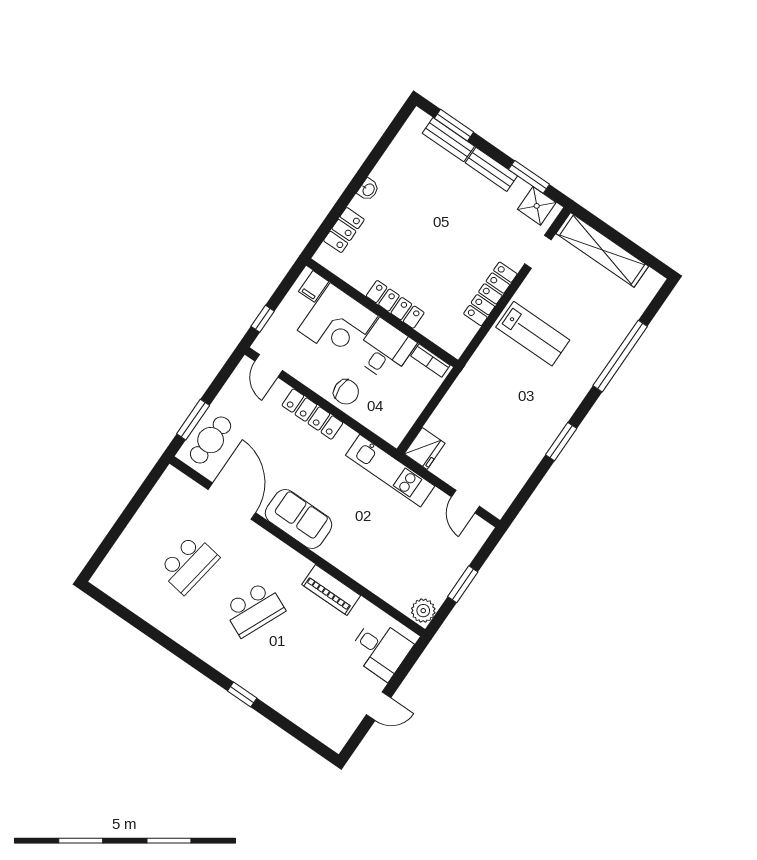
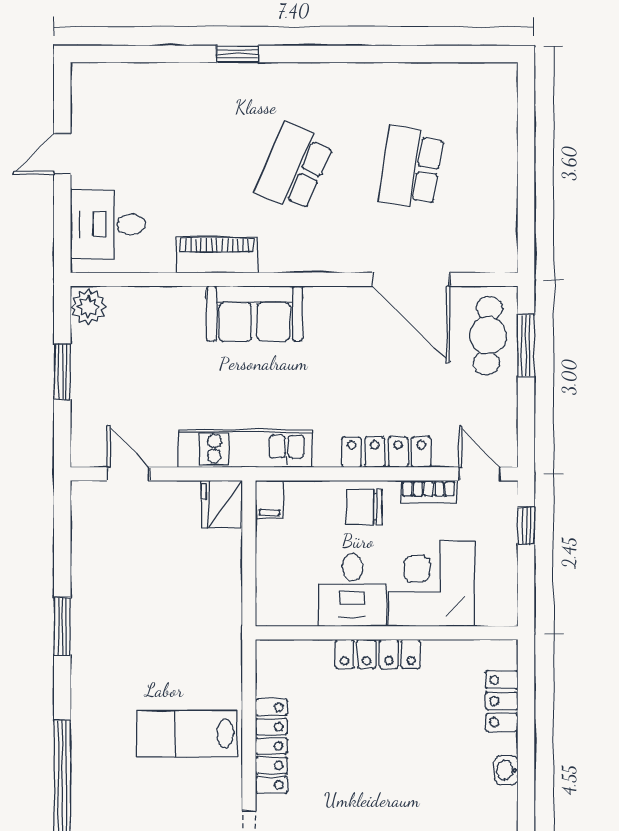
filing cabinet: (314, 286) -> (269, 499), moved, turned 180
bookcase: (430, 361) -> (429, 491), moved, turned 180
sofa: (299, 519) -> (254, 314), moved

